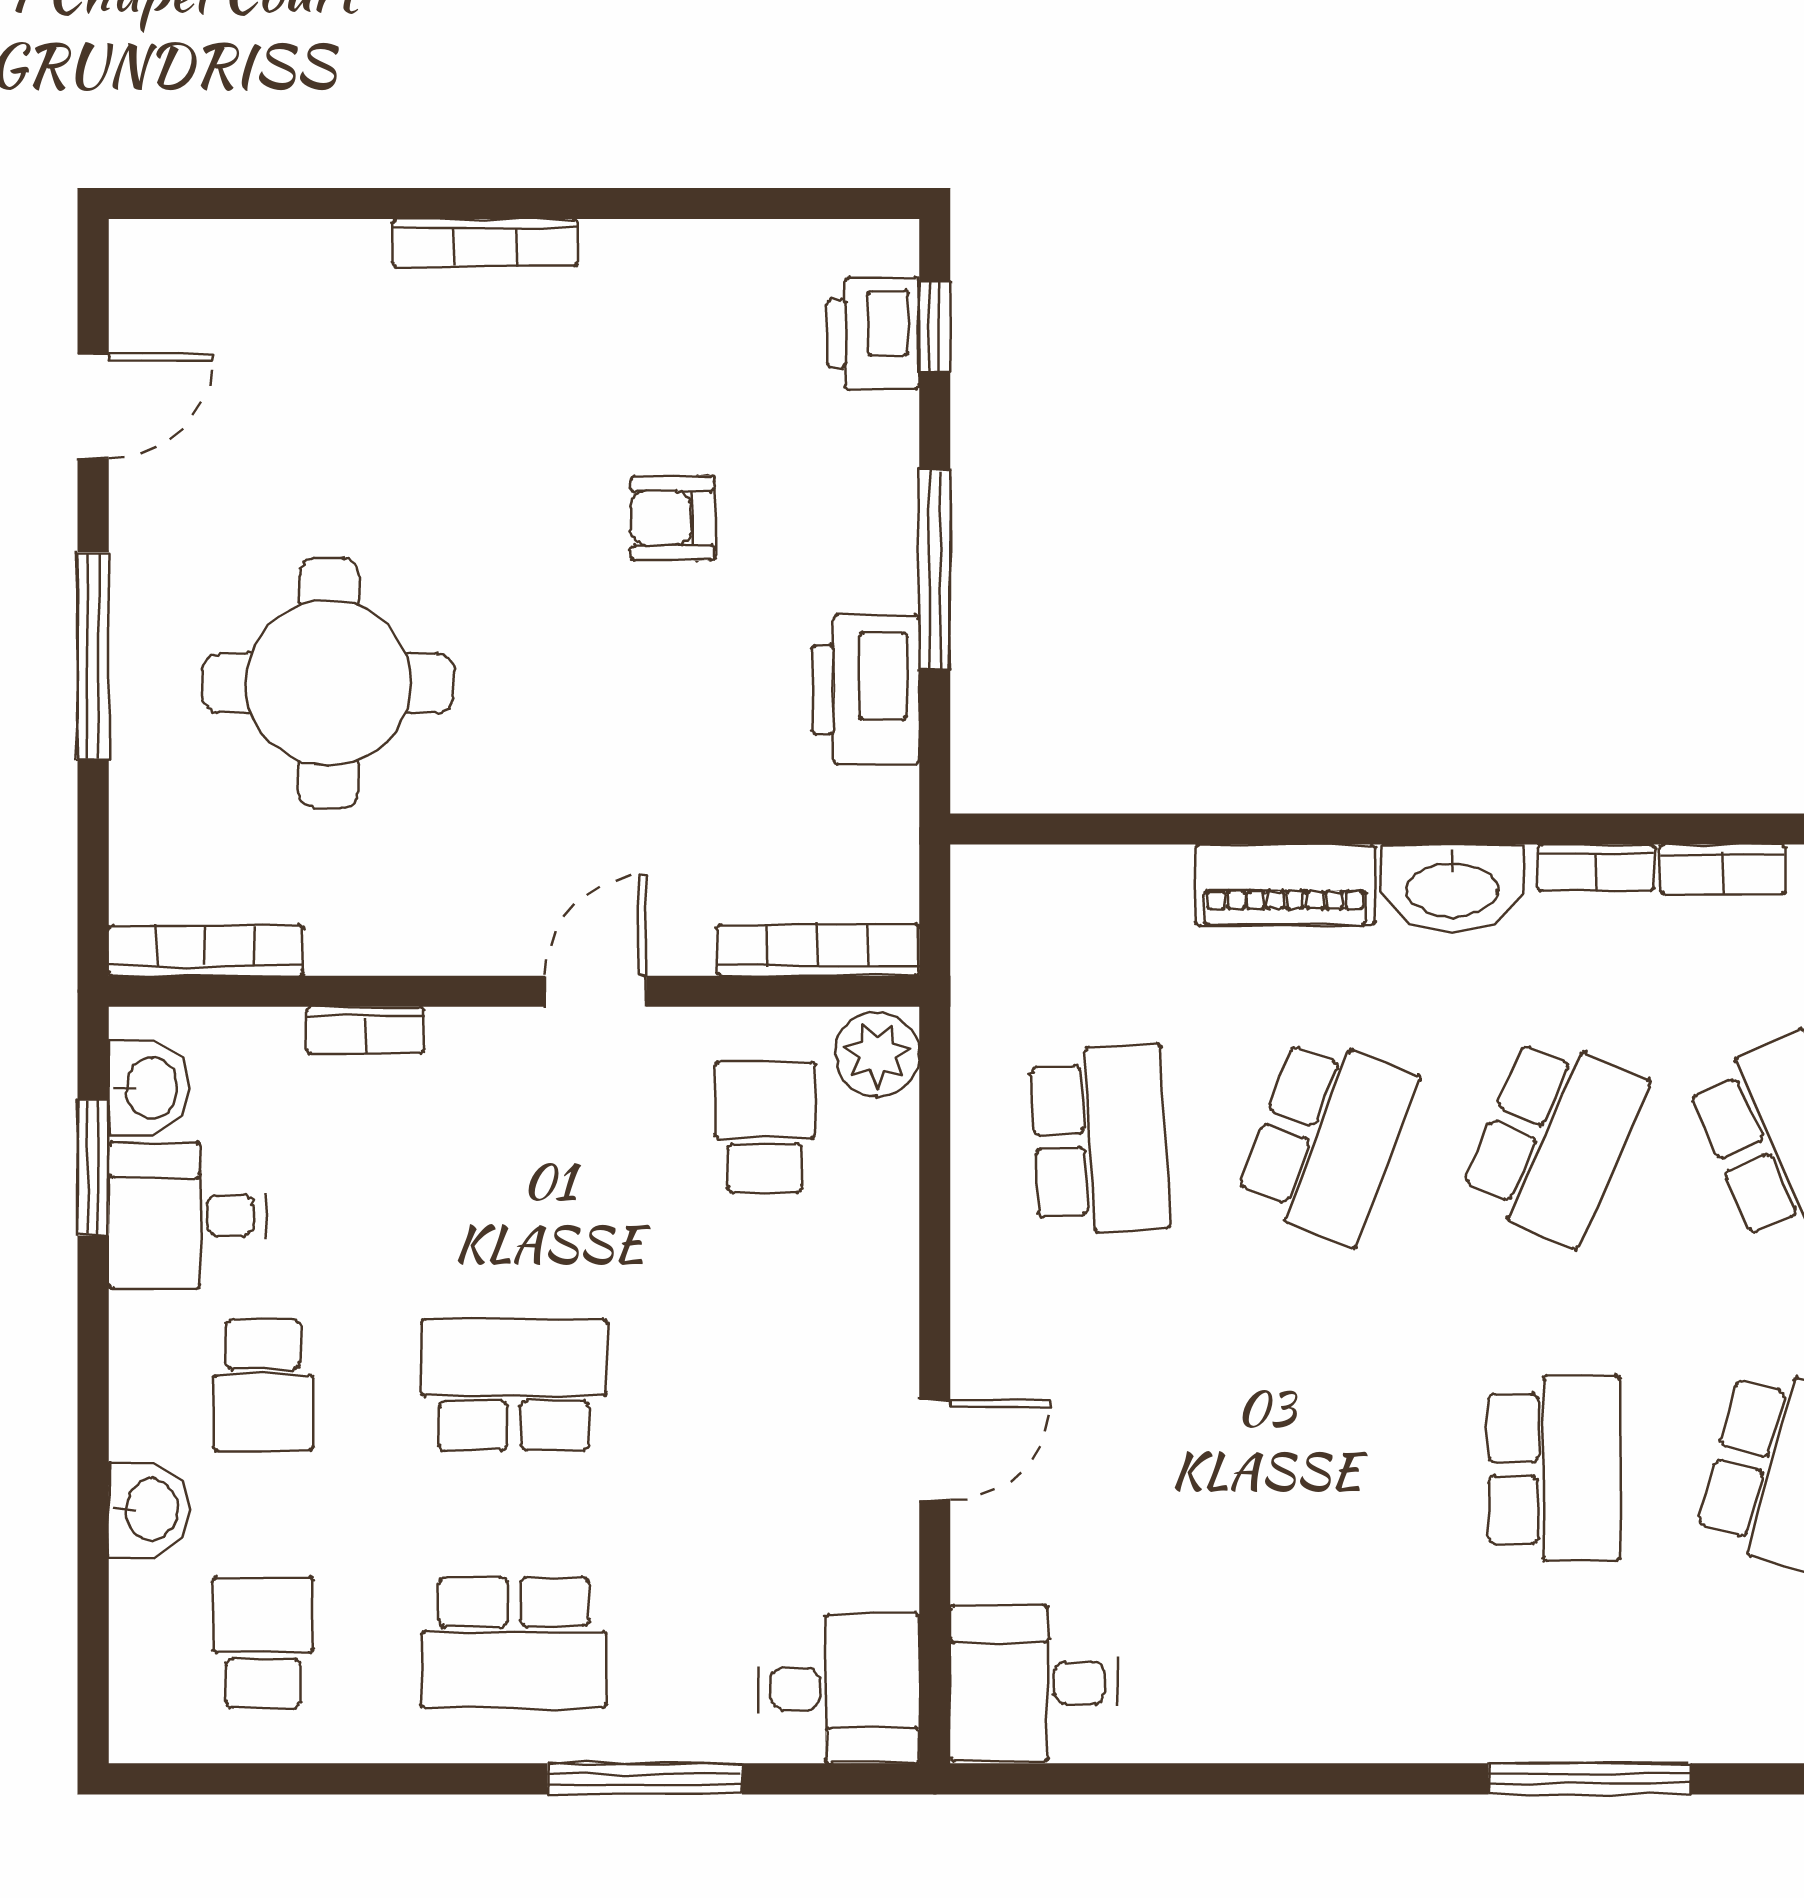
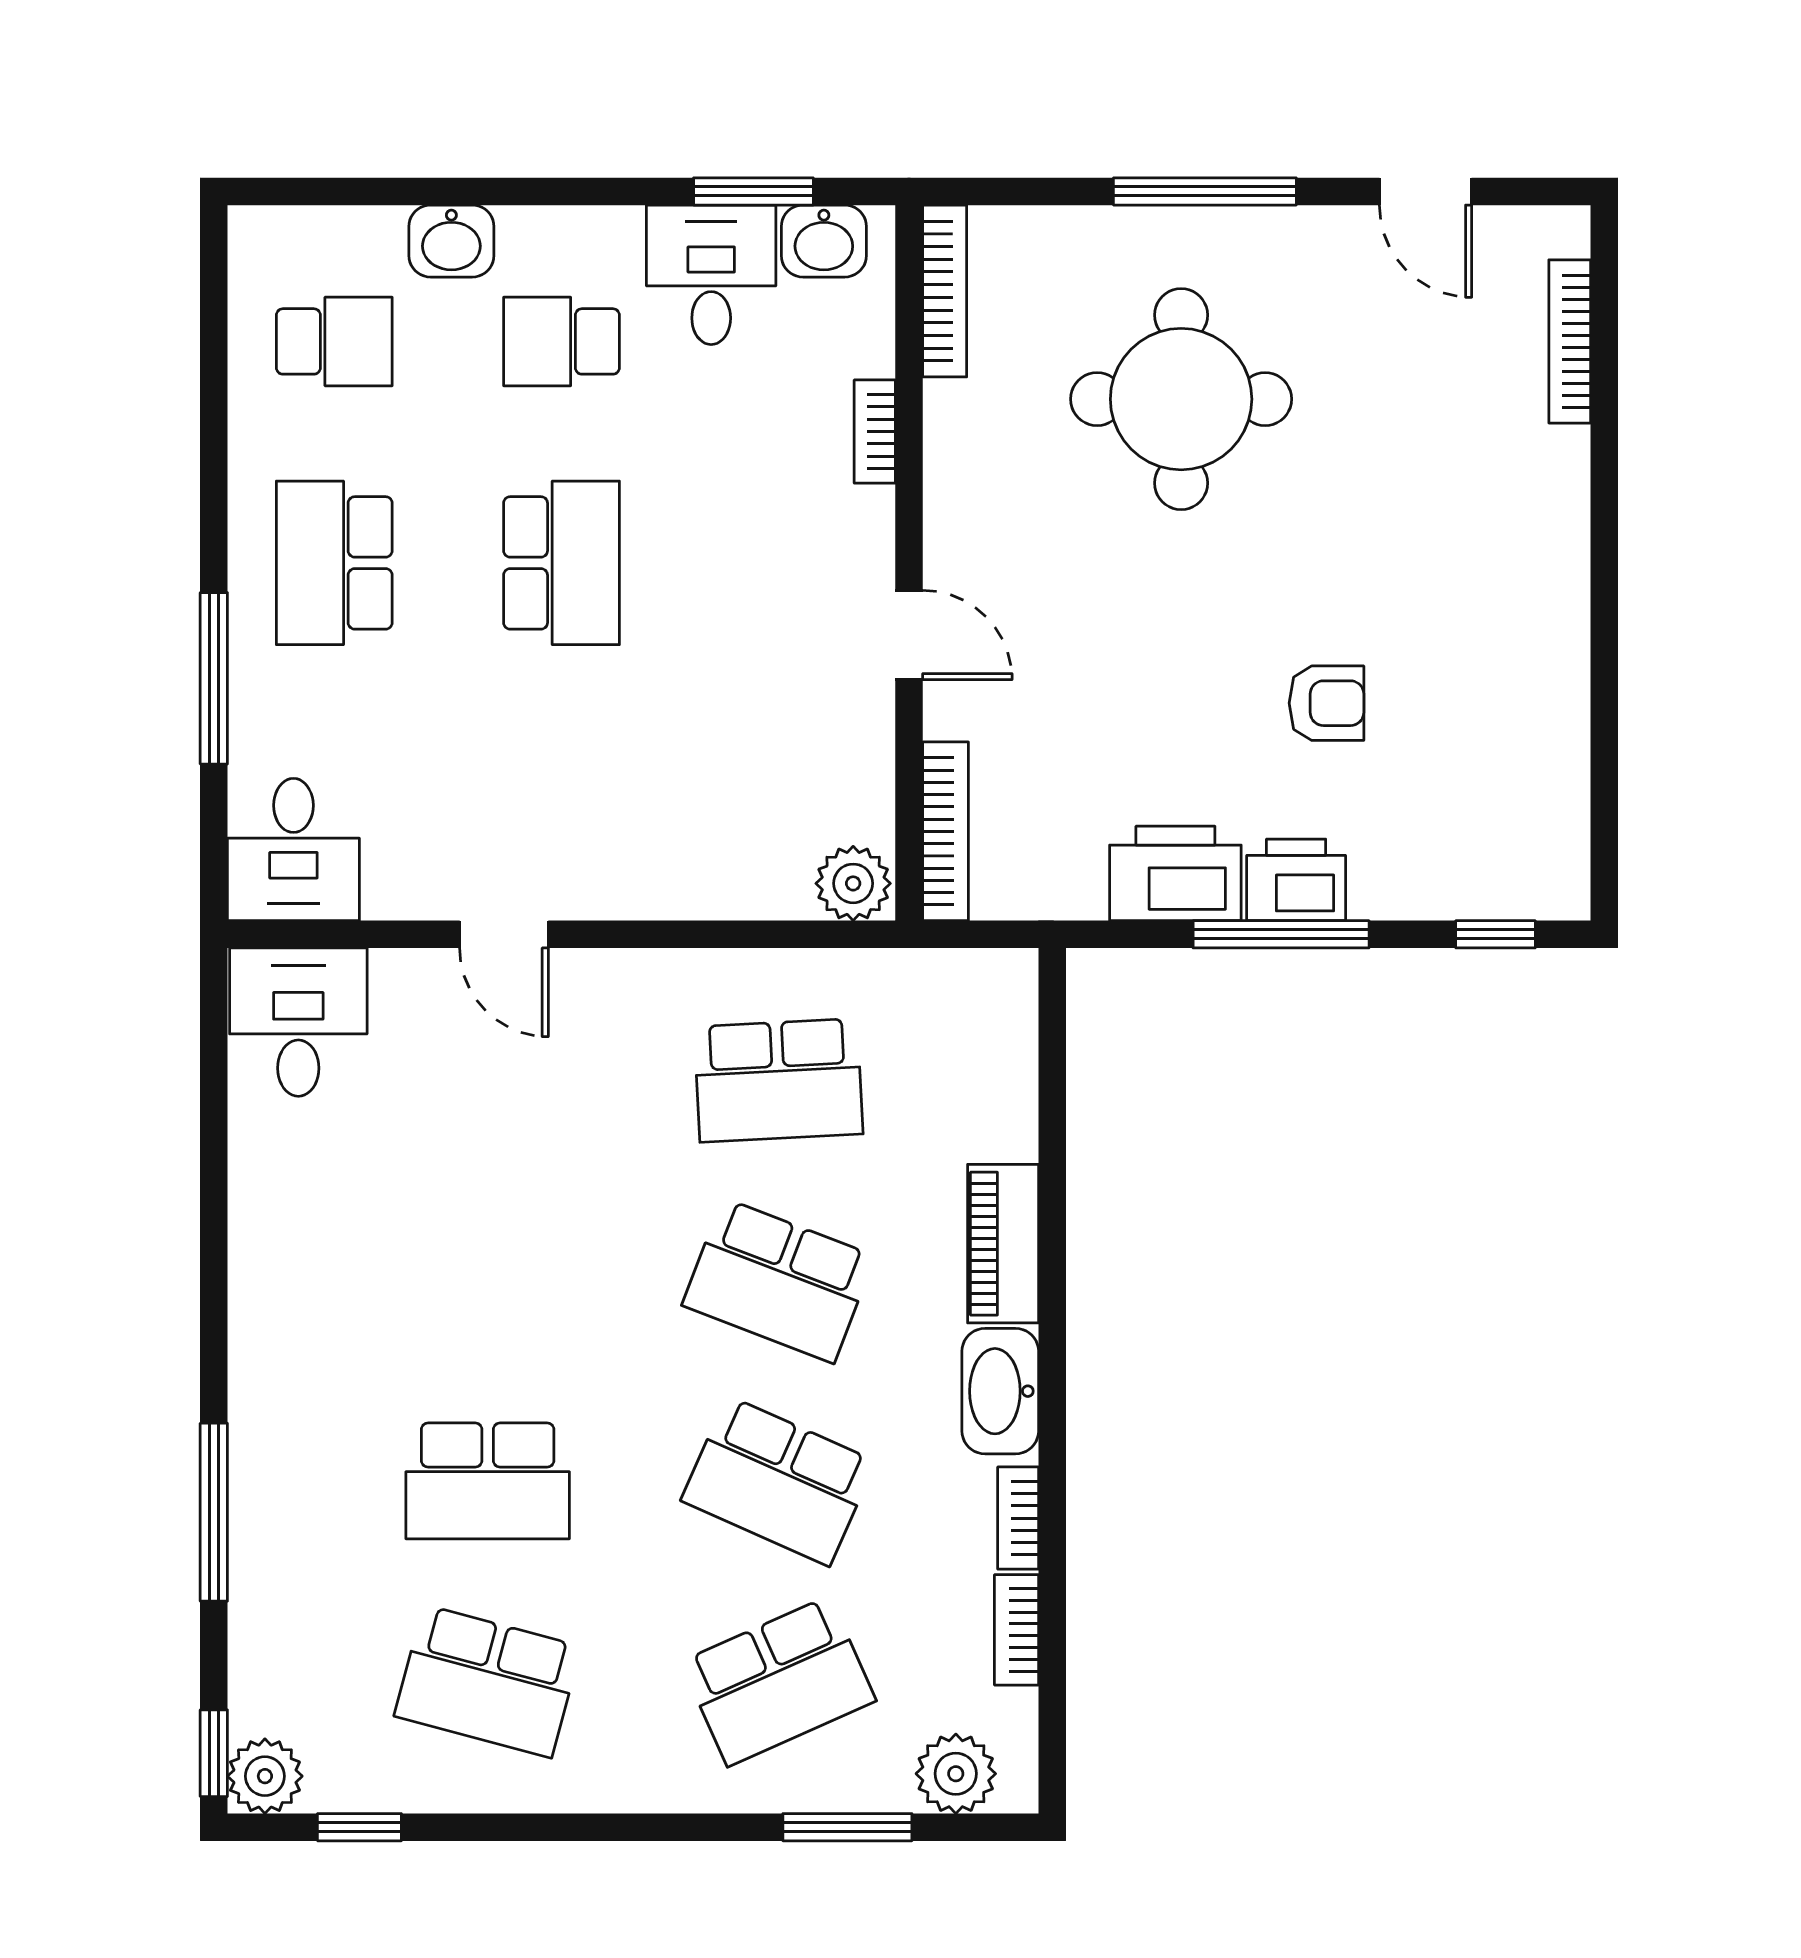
bookcase: (485, 243) -> (1570, 341), moved
printer: (873, 333) -> (1296, 880), moved
armchair: (673, 518) -> (1327, 703), turned 90
school desk: (765, 1128) -> (789, 784), removed

